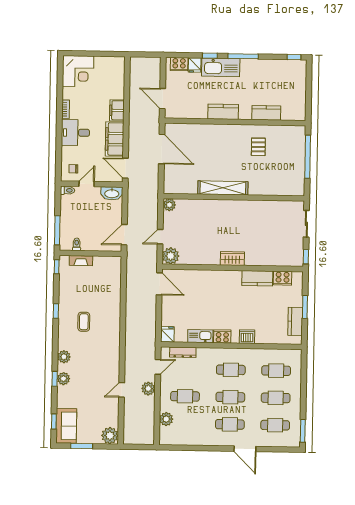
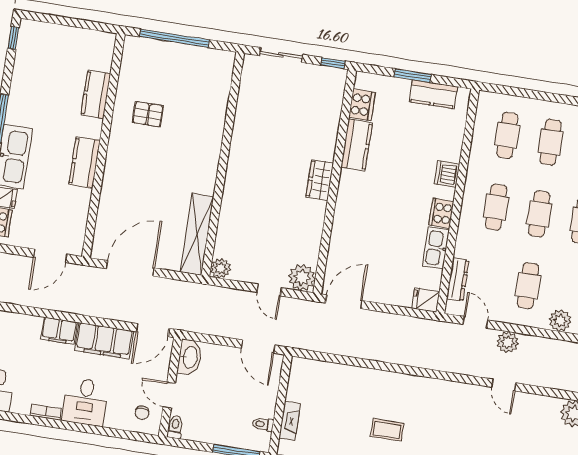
shelving: (223, 188) -> (197, 234), moved

